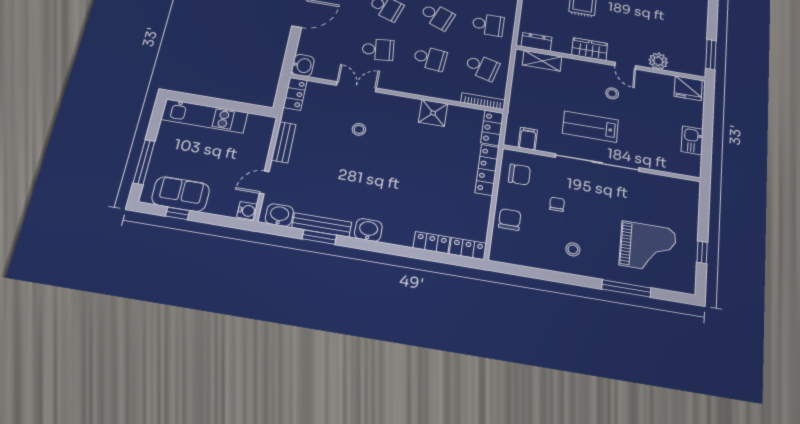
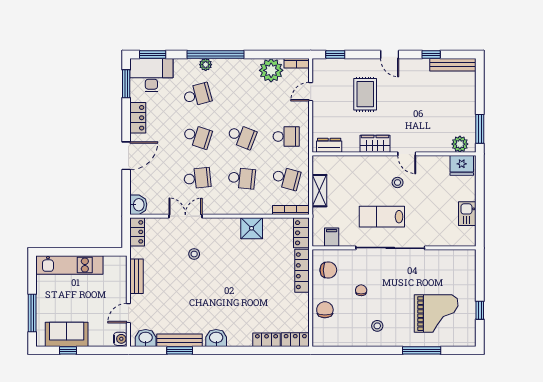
shelving: (542, 61) -> (319, 191), moved, turned 90
plant: (658, 61) -> (460, 144), moved

